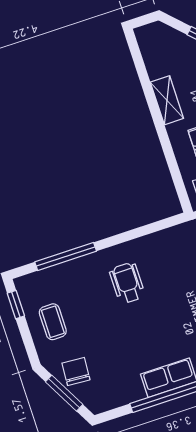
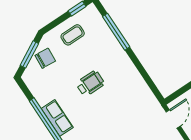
wheelchair: (127, 283) -> (90, 84), moved

